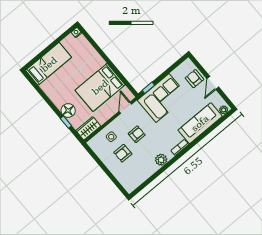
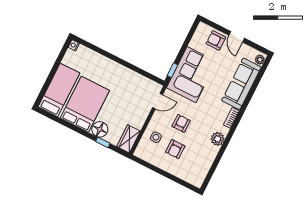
bed: (100, 87) -> (85, 104), moved, turned 180
door: (125, 108) -> (158, 101), swing flipped

